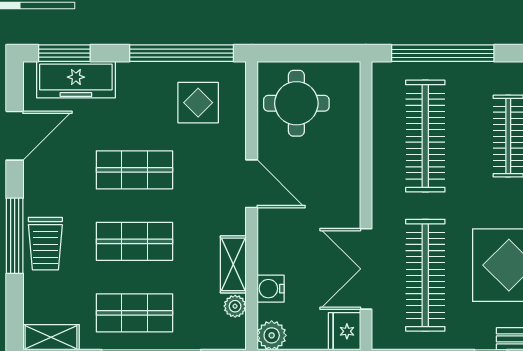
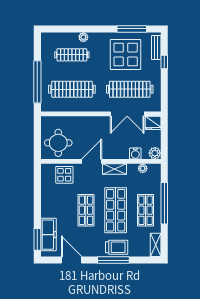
window: (181, 53) -> (37, 191), removed
display table: (198, 103) -> (64, 175), moved
shop shelf: (134, 241) -> (116, 210), width x1.43, depth x1.36
shelving: (233, 264) -> (115, 169), moved

